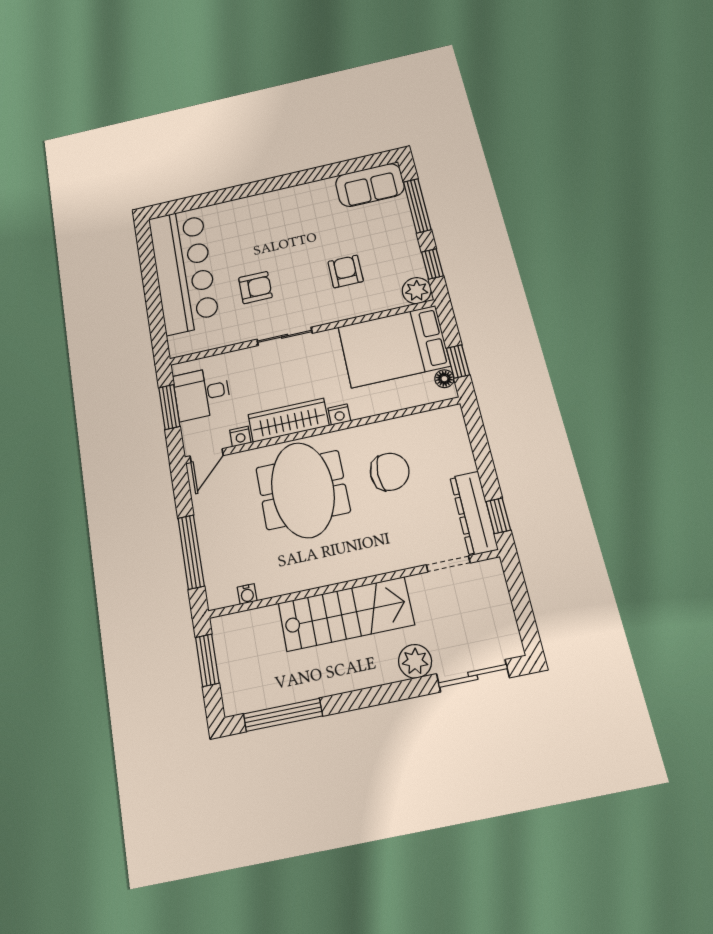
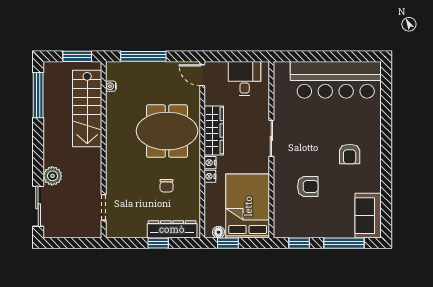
armchair: (255, 288) -> (350, 154), moved
plant: (417, 291) -> (283, 229), removed
window: (169, 407) -> (240, 56), removed
nightstand: (240, 437) -> (210, 176), moved
chair: (390, 472) -> (167, 186), width x0.54, depth x0.54
dresser: (474, 513) -> (172, 229), moved
window: (498, 516) -> (158, 243), moved
stairs: (346, 614) -> (87, 109), moved

